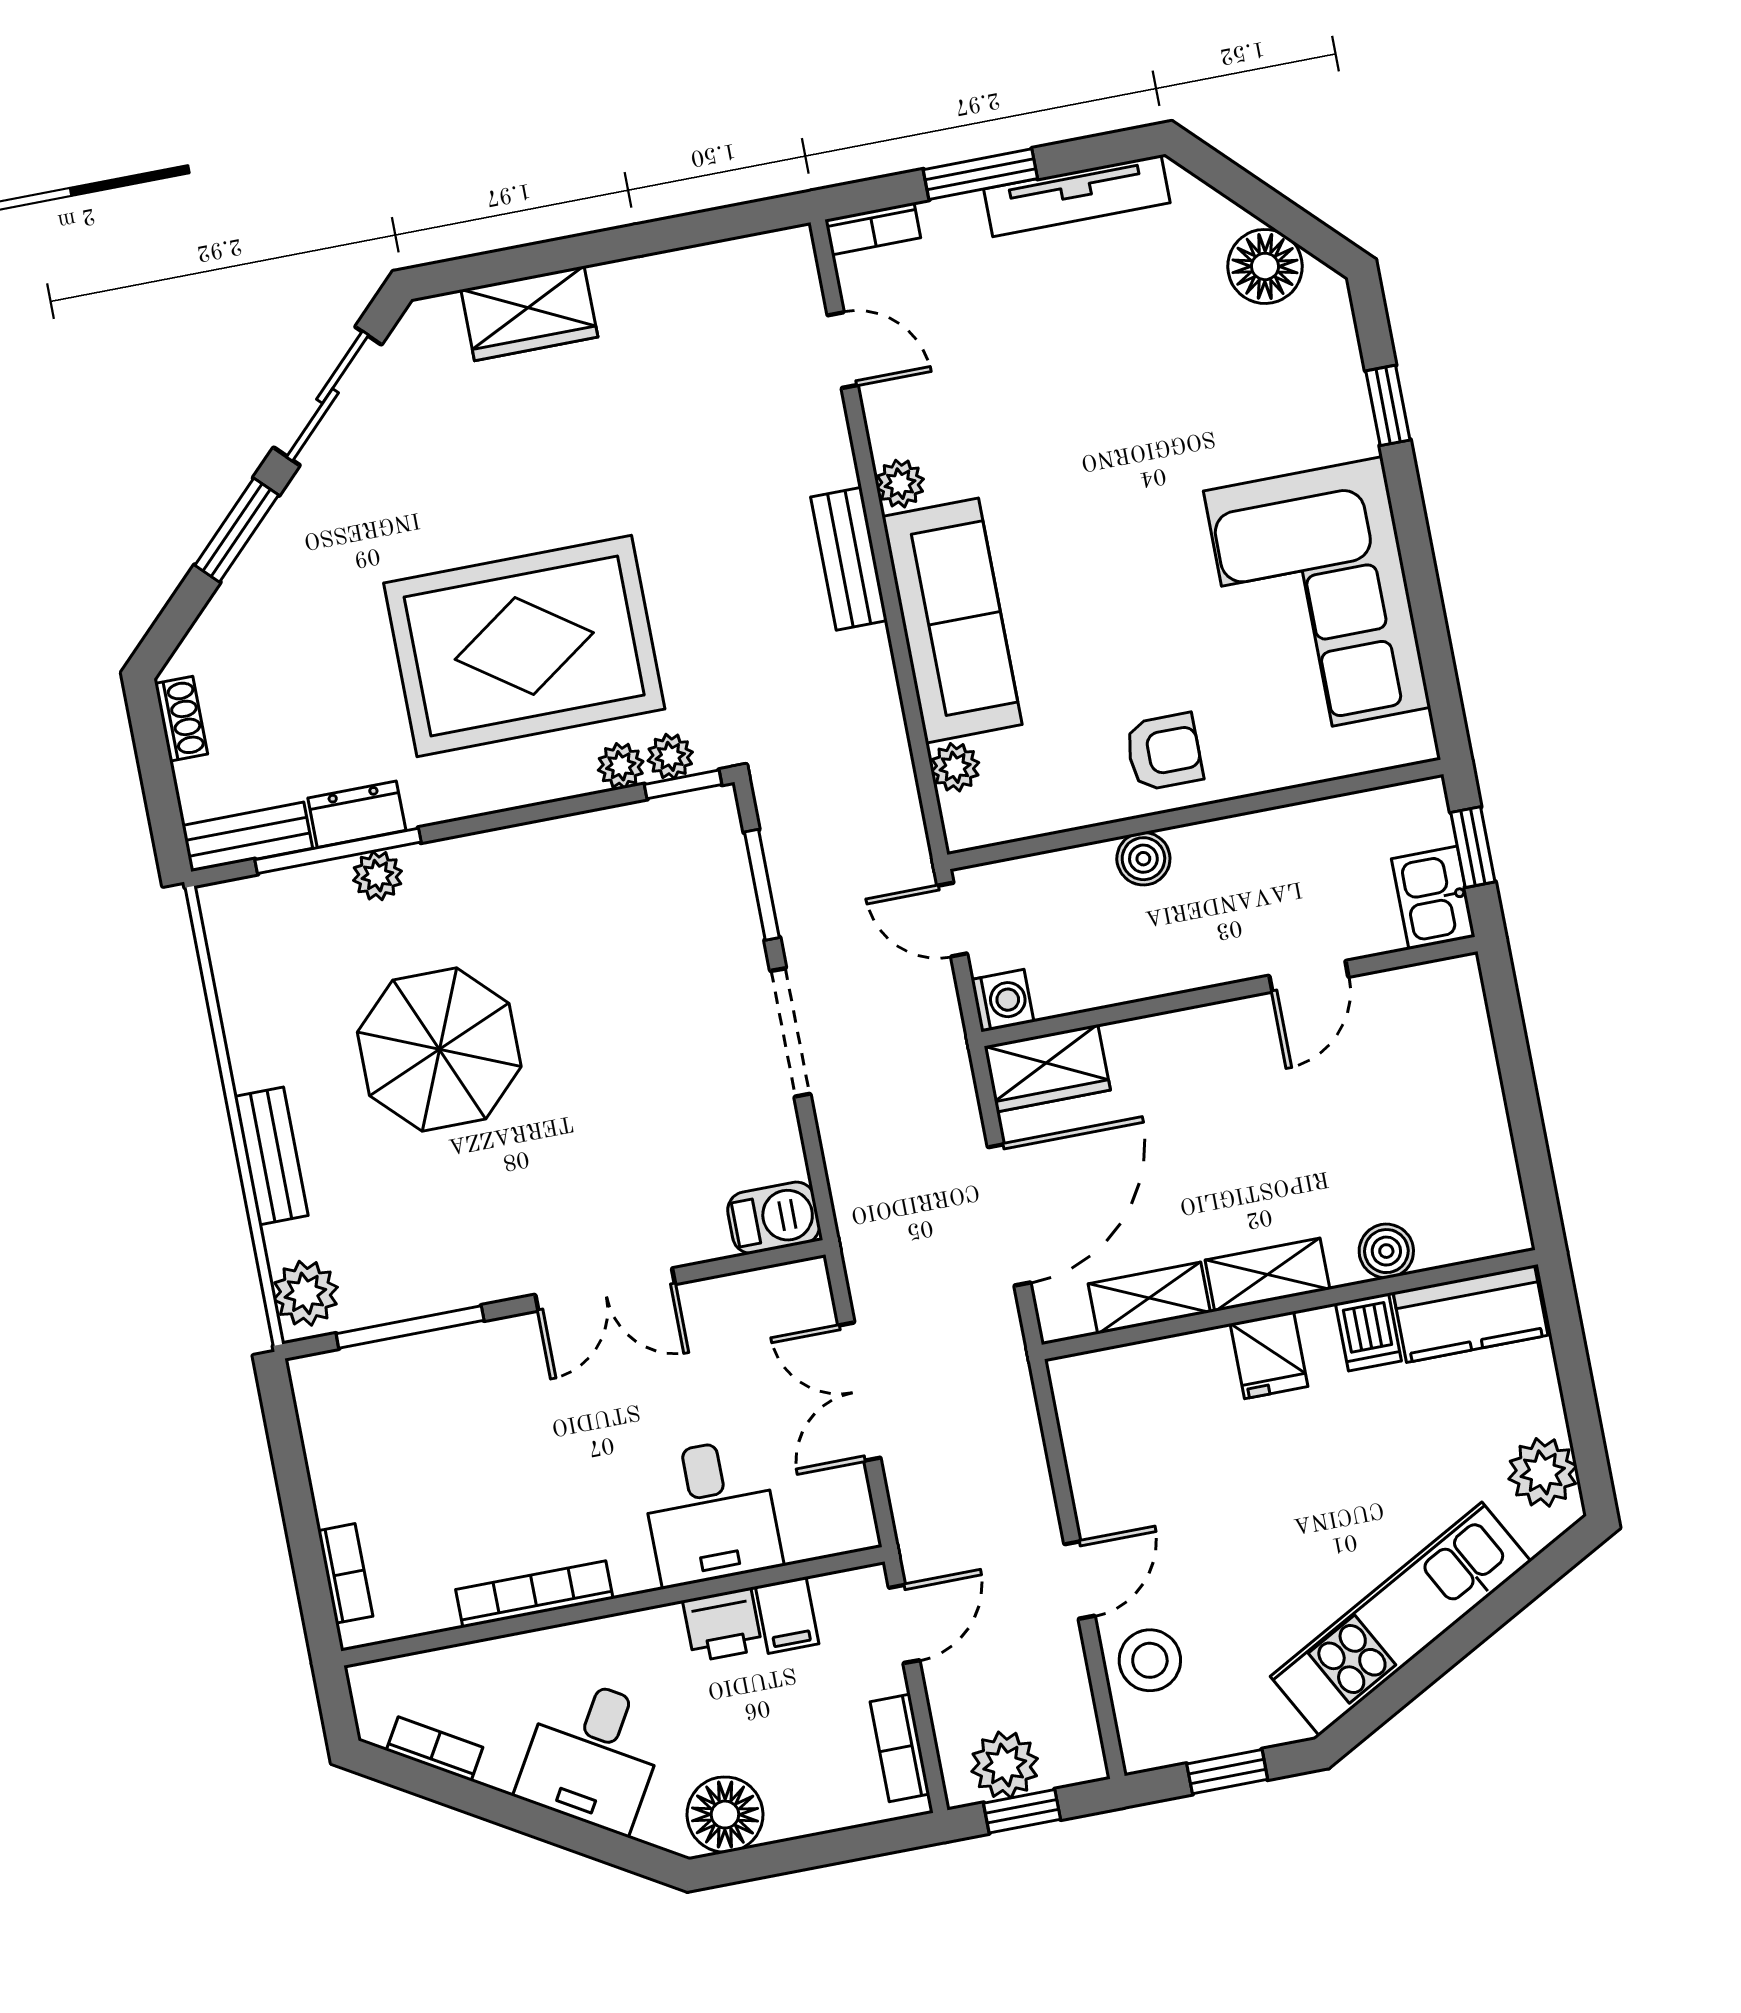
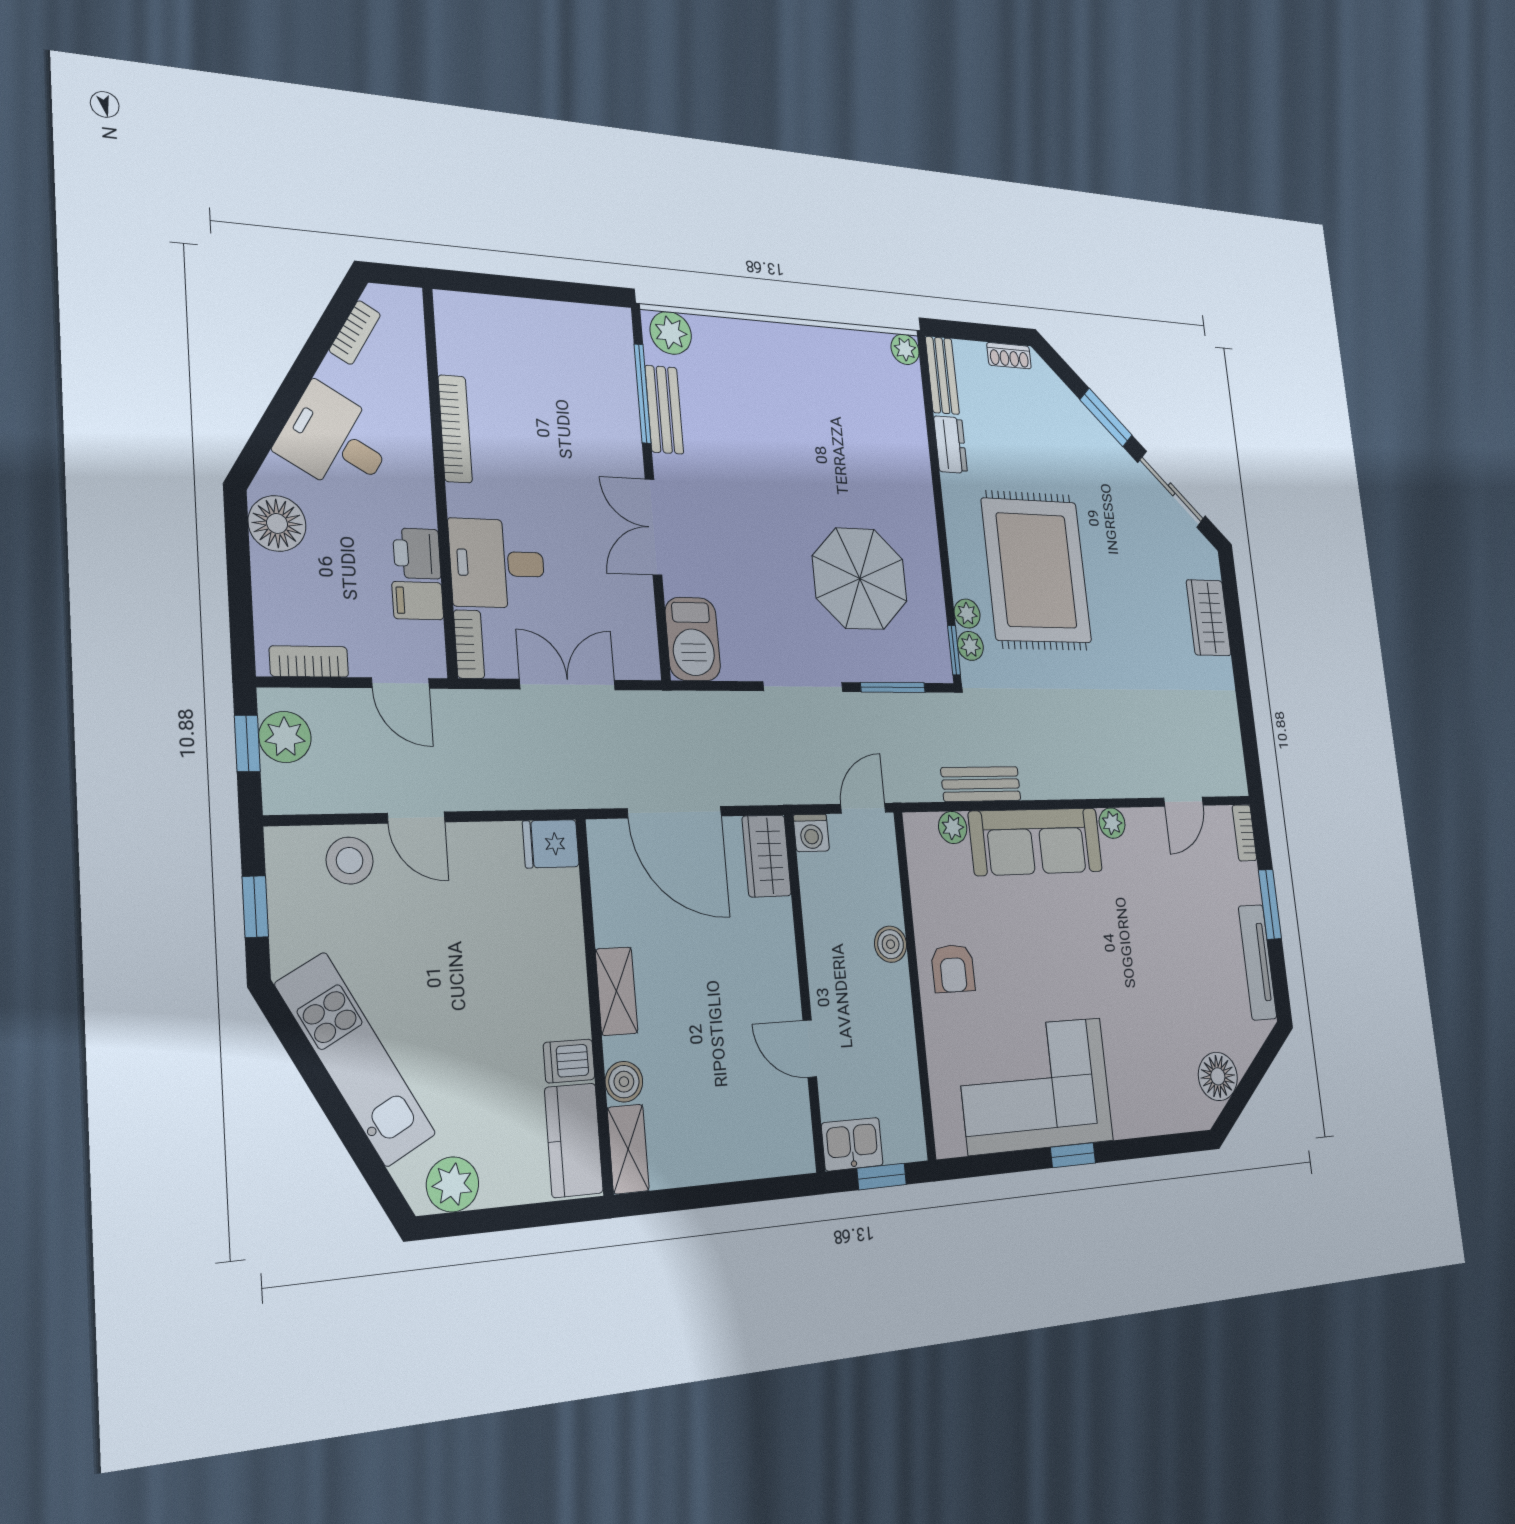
window: (1388, 405) -> (1073, 1155), moved
bench: (849, 559) -> (981, 784), moved
window: (338, 851) -> (931, 427), removed
plant: (377, 876) -> (905, 349), moved
parasol: (439, 1049) -> (860, 579), moved
bench: (271, 1156) -> (664, 410), moved, turned 90
barbecue: (774, 1218) -> (693, 639), width x1.38, depth x1.27
shelving: (1149, 1298) -> (628, 1149), moved
fridge: (1269, 1355) -> (551, 844), moved
bookcase: (345, 1573) -> (469, 644), moved, turned -90

